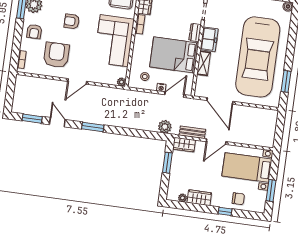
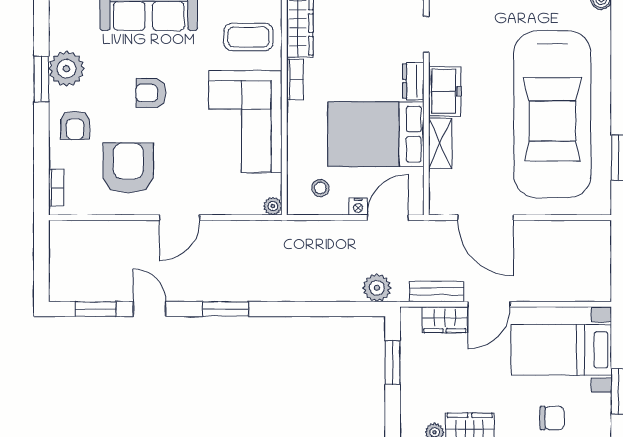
wardrobe: (184, 145) -> (445, 320), moved

